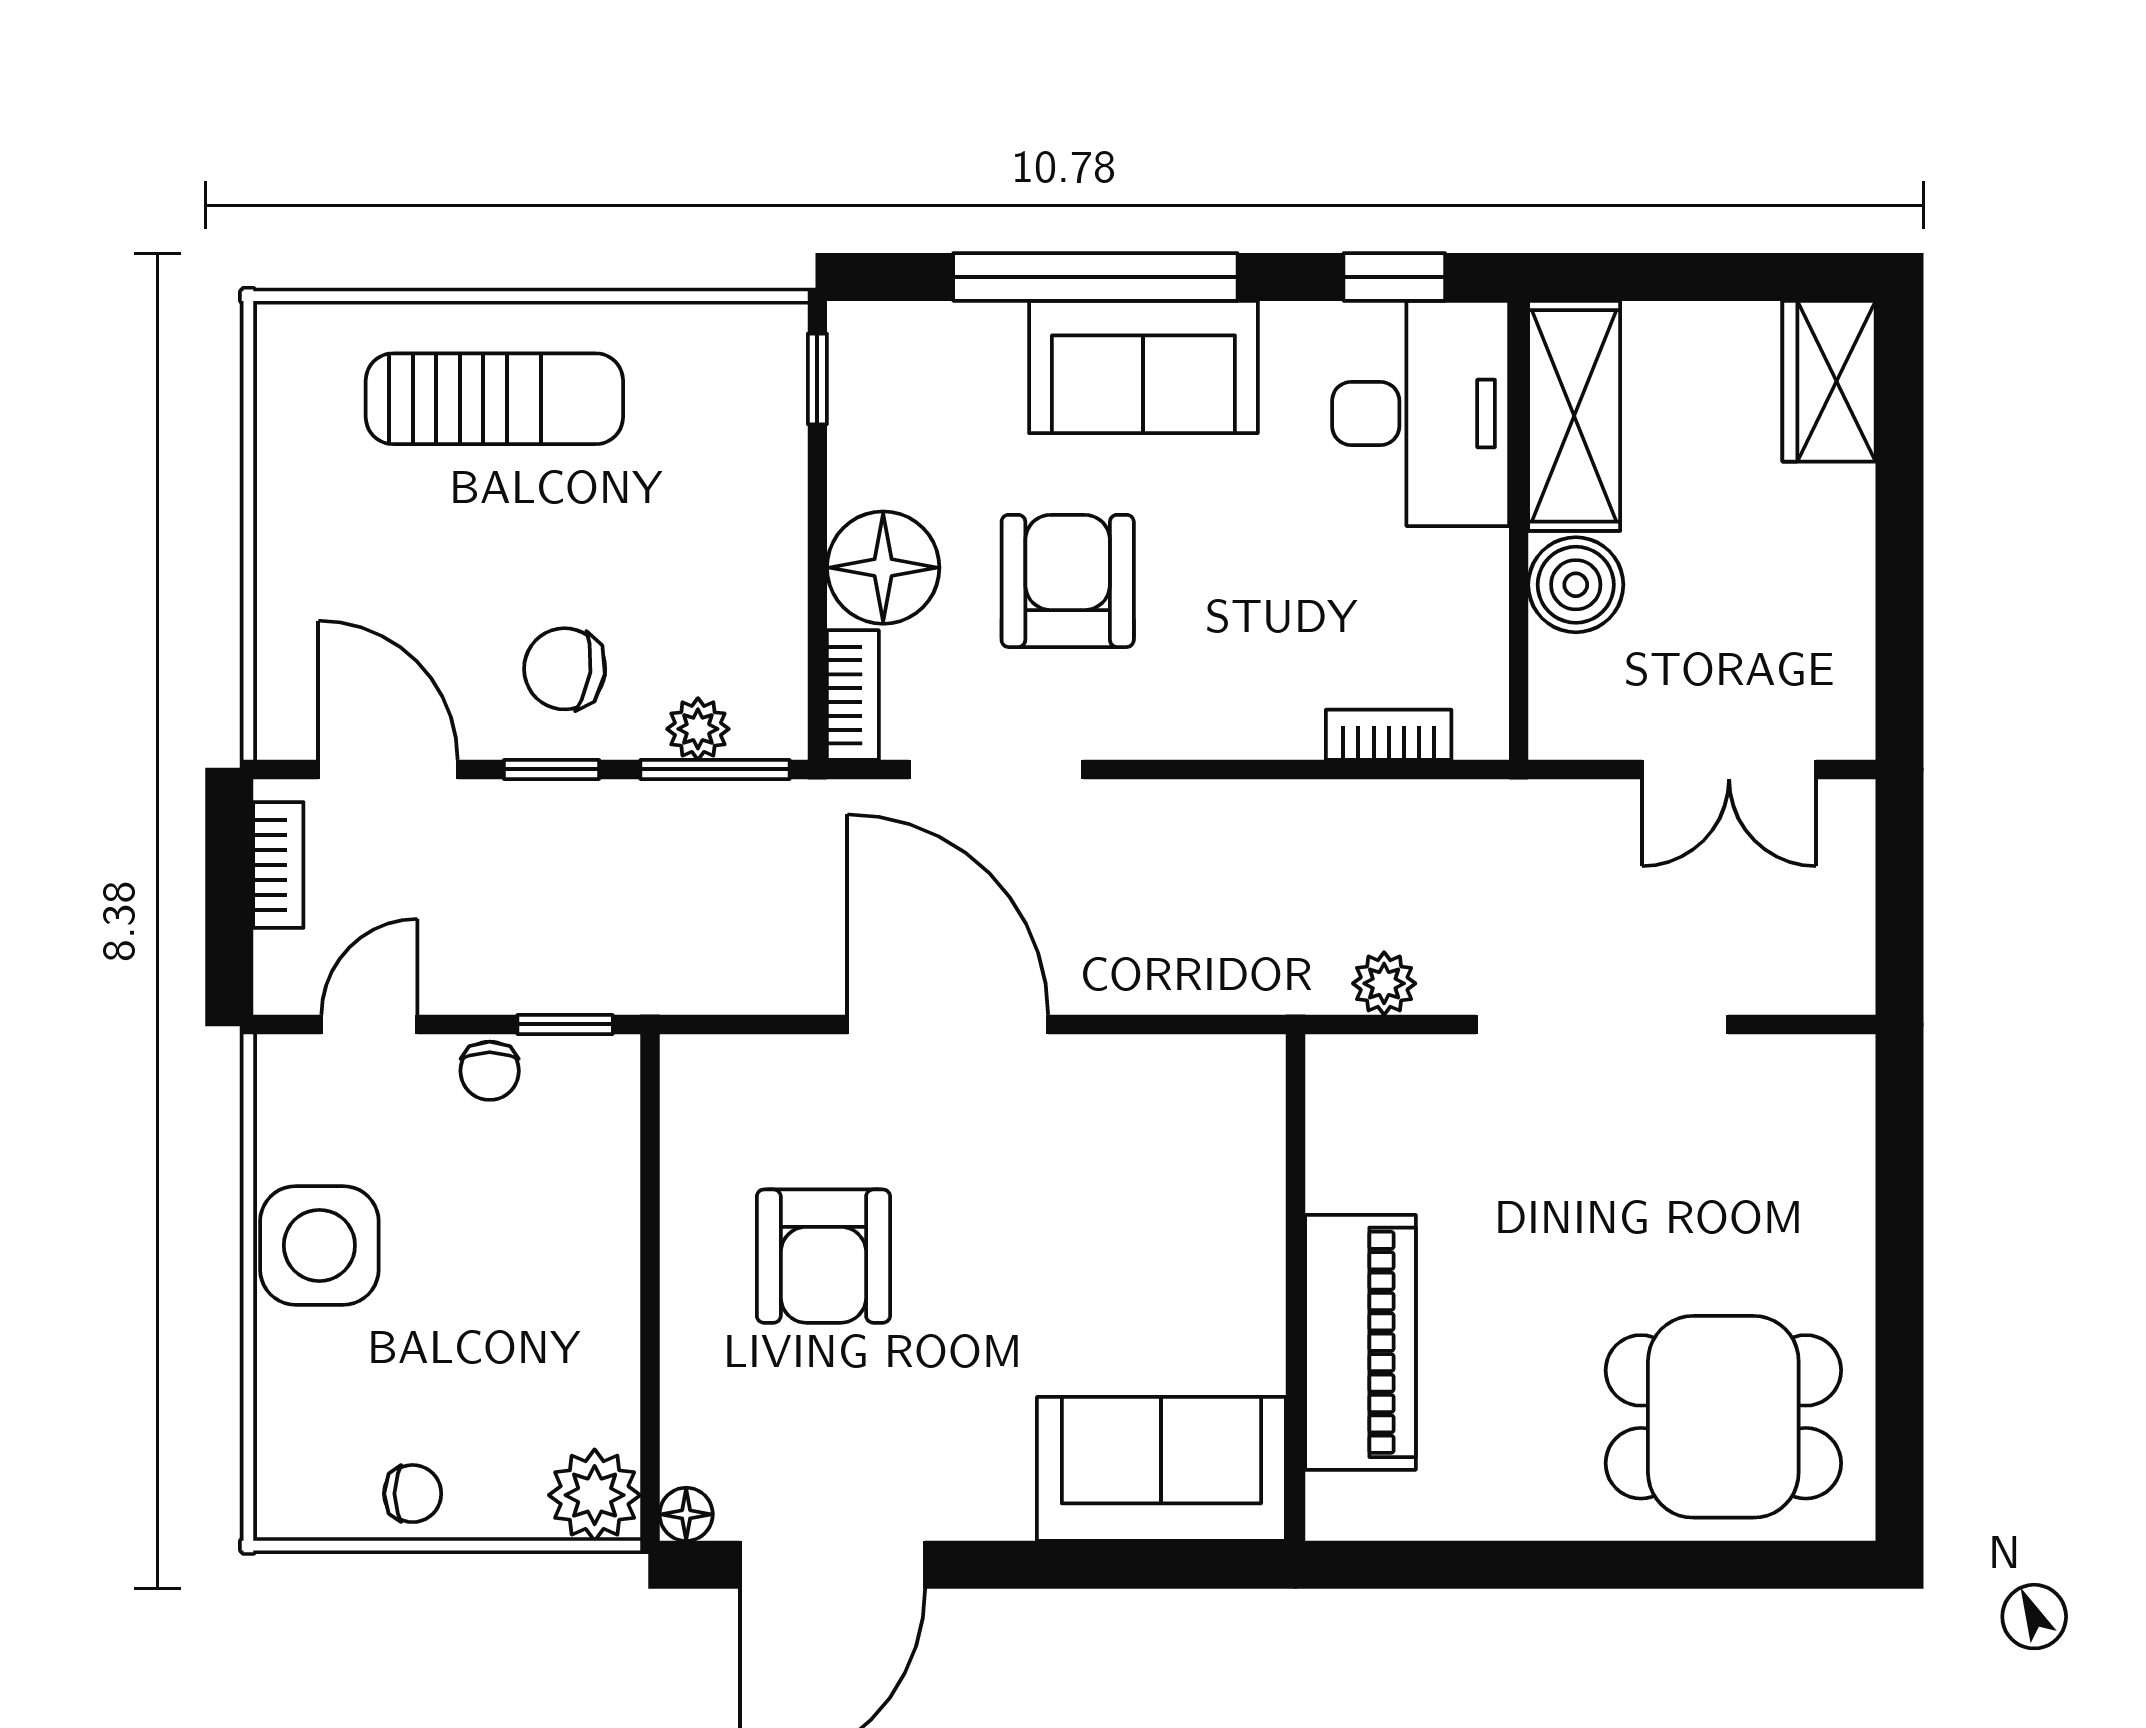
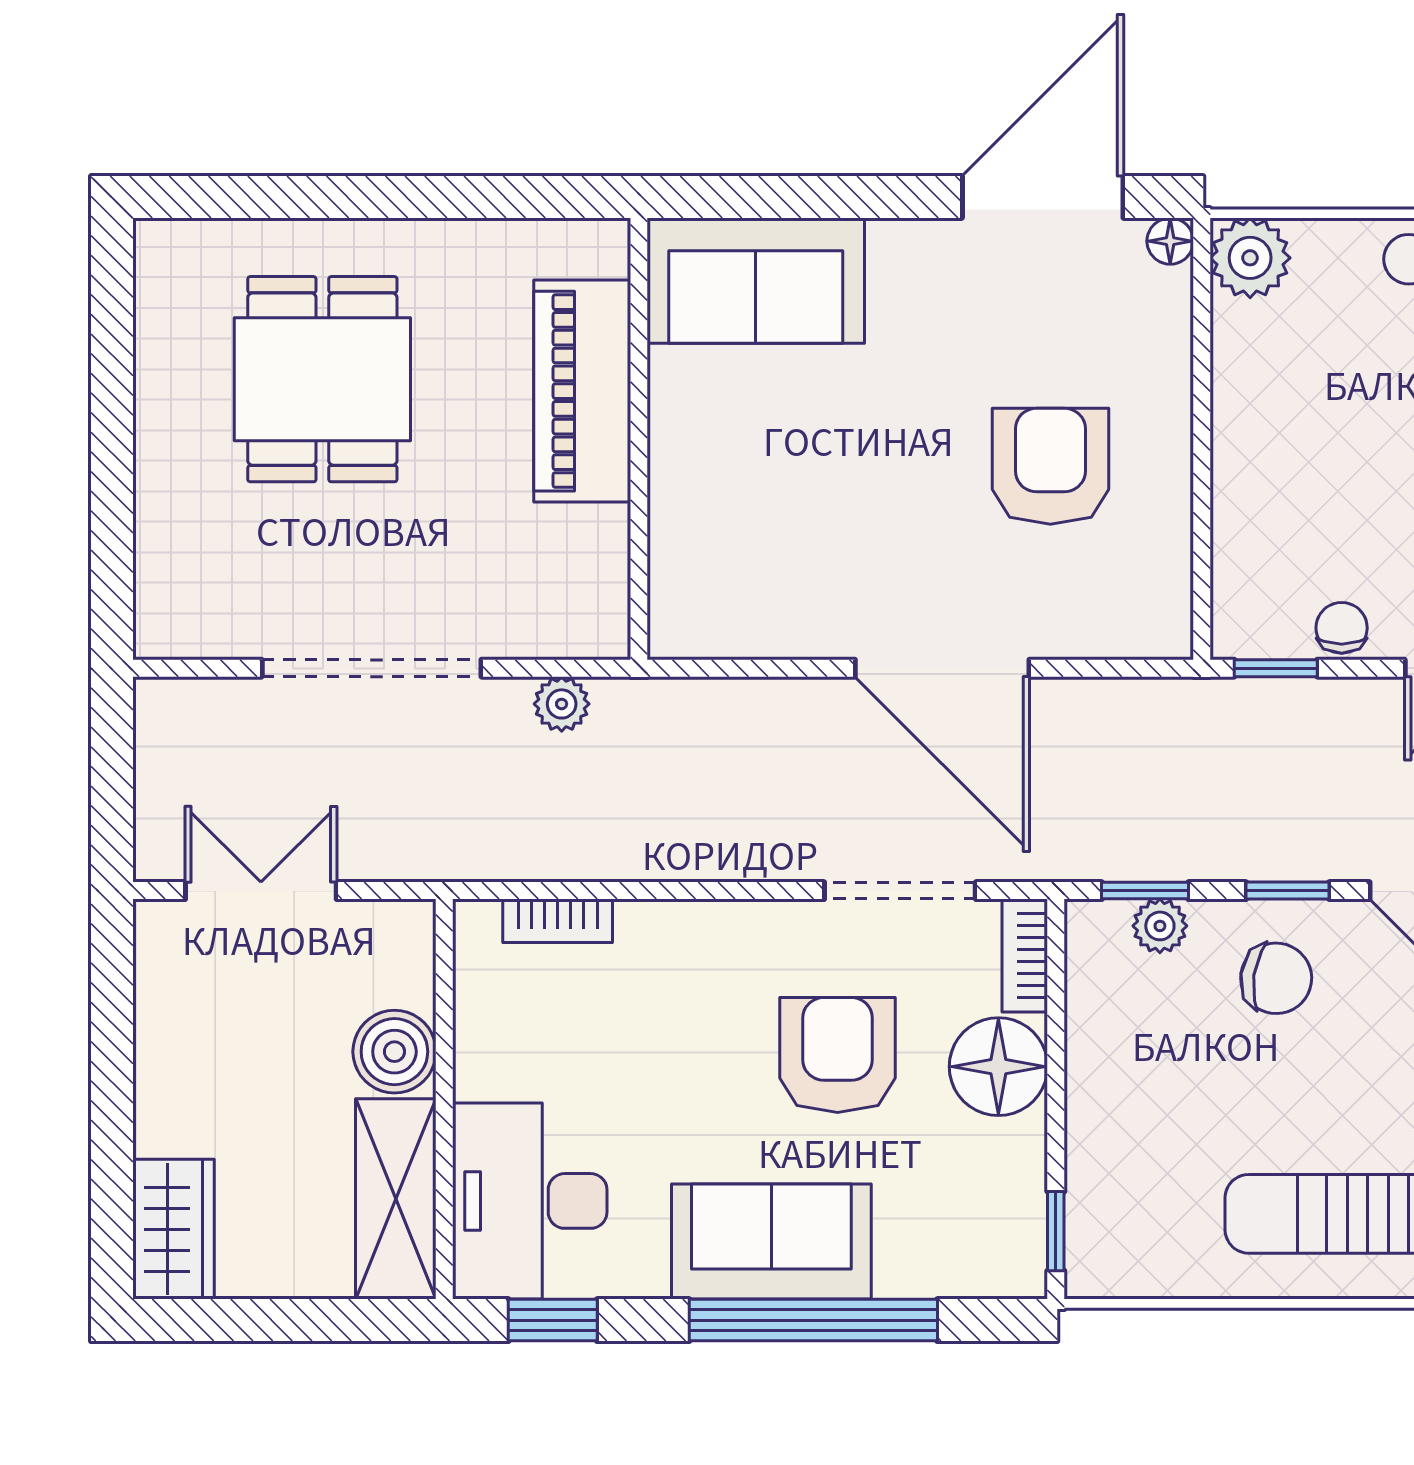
armchair: (1068, 581) -> (838, 1055), turned 180
window: (715, 769) -> (1145, 891), width x0.67
dining table: (1723, 1417) -> (322, 379), moved, turned 90

